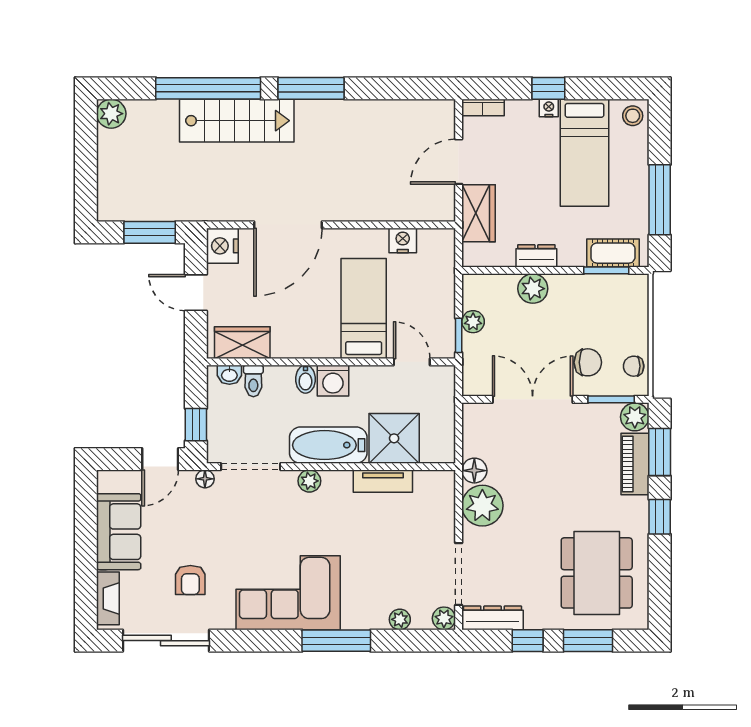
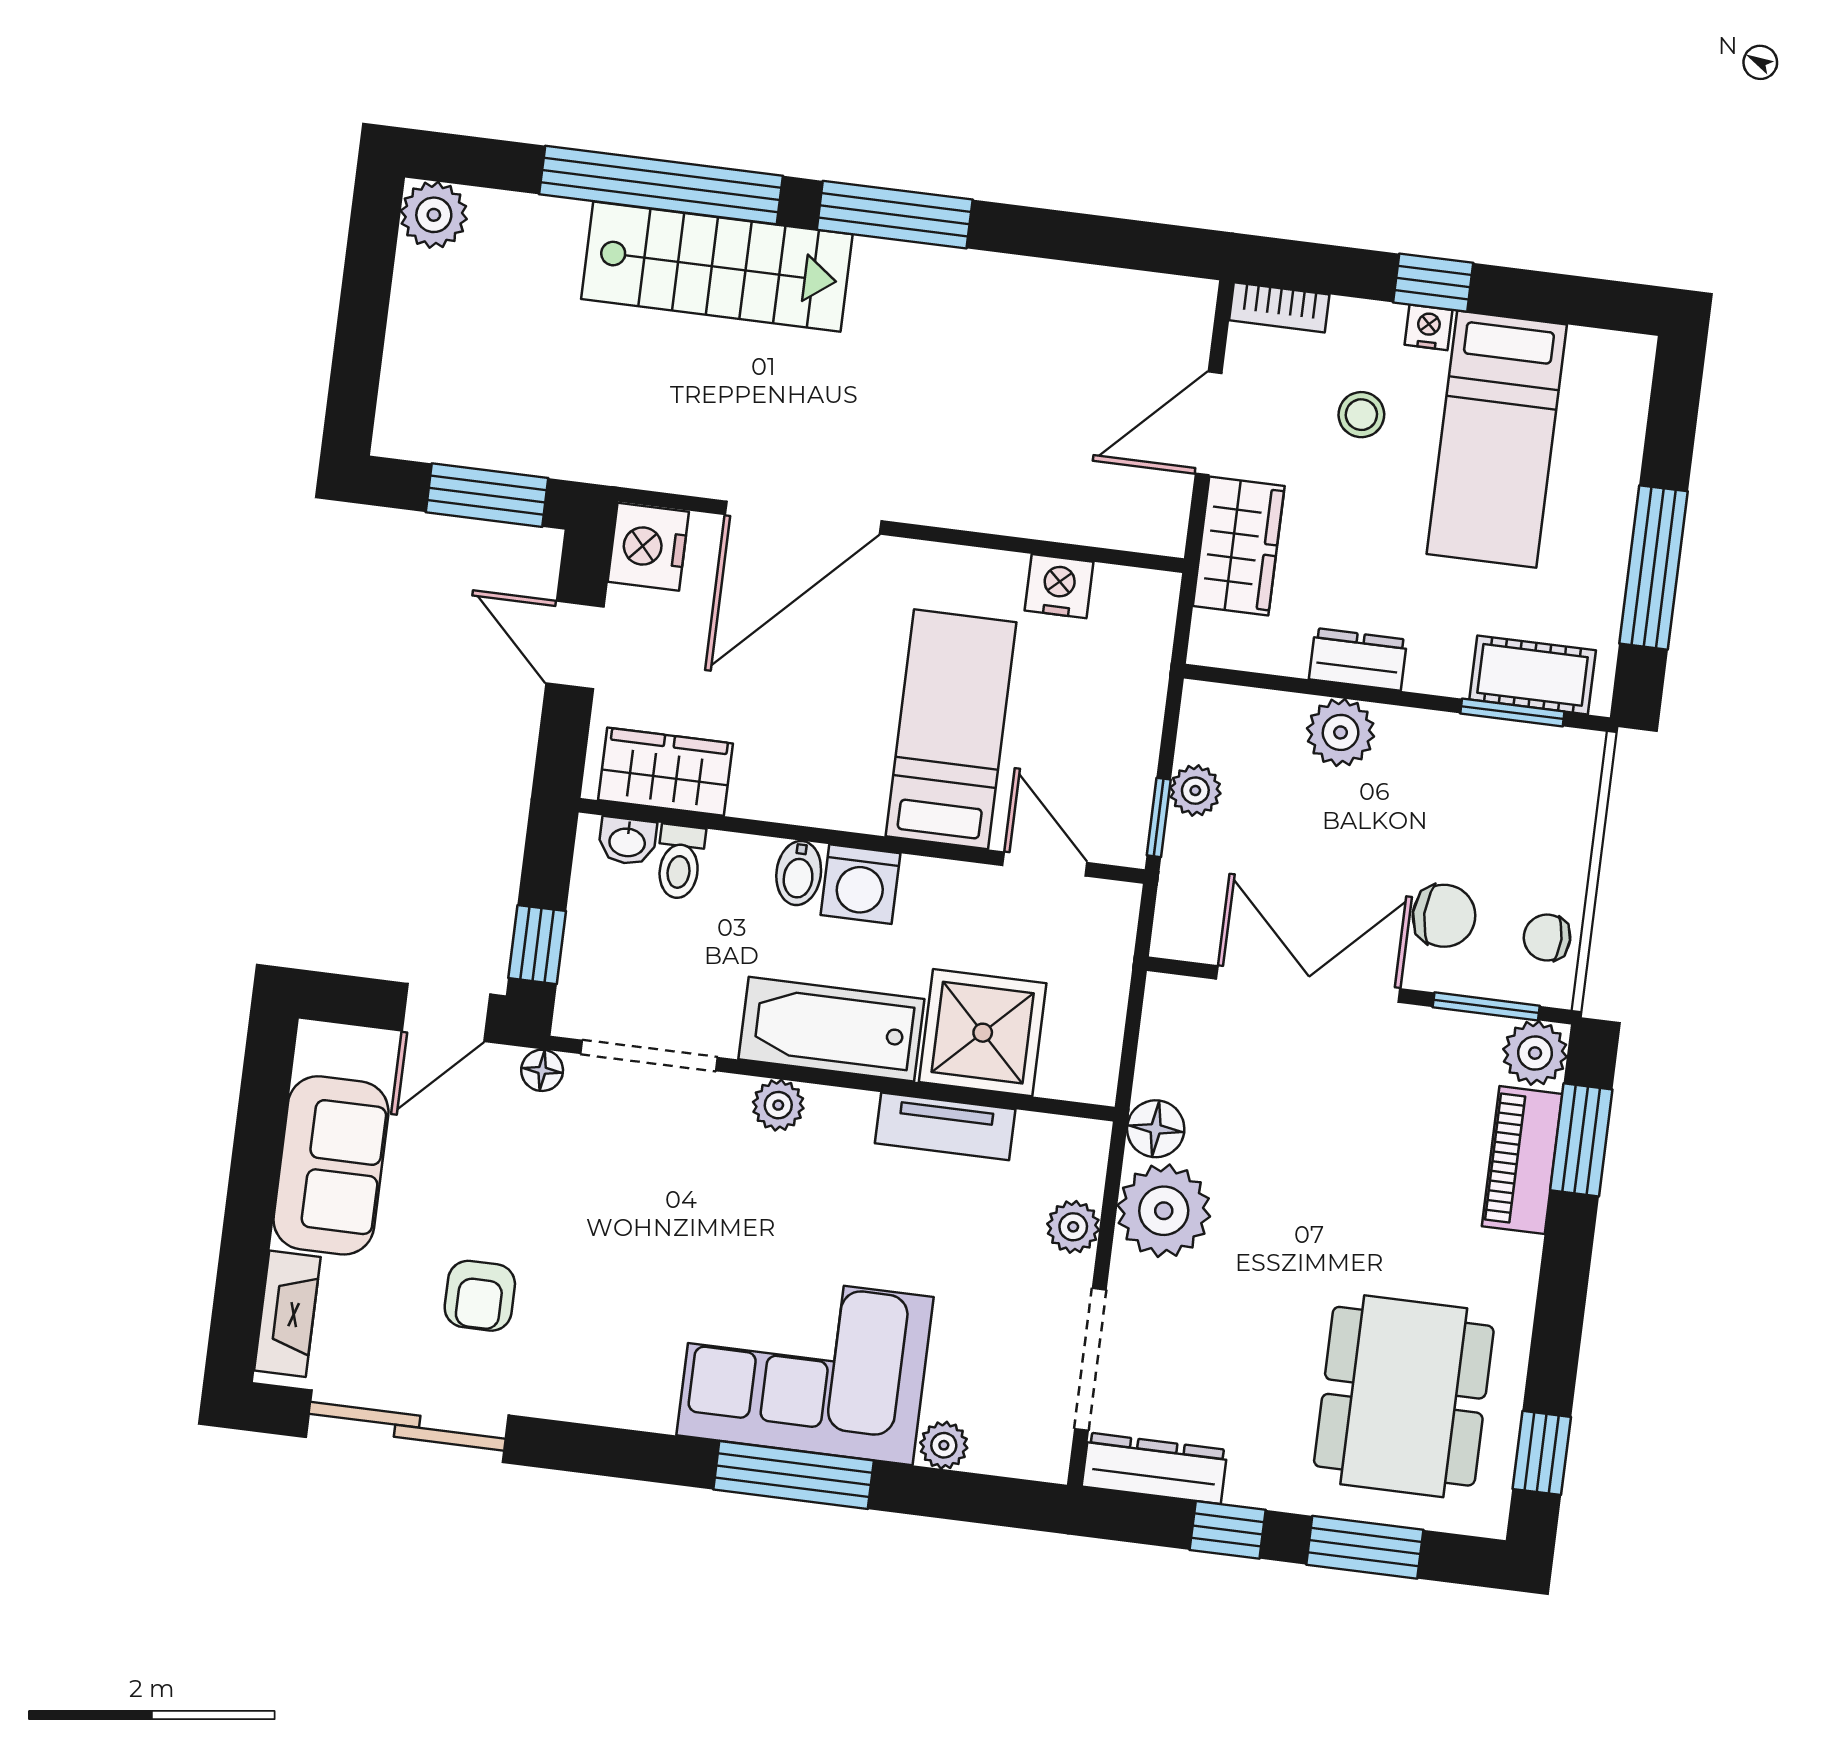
stool: (633, 116) -> (1361, 415), moved
window: (660, 517) -> (1542, 1453), moved
corner sofa: (288, 593) -> (805, 1366), moved
plant: (444, 618) -> (1073, 1227), moved

